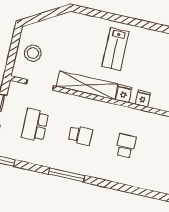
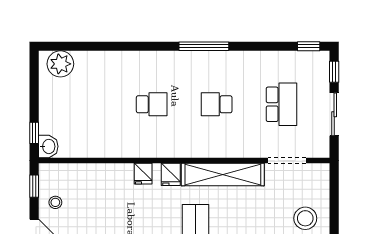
stool: (33, 53) -> (305, 218), moved
school desk: (126, 146) -> (152, 104), turned -90
window: (67, 175) -> (204, 46), moved

